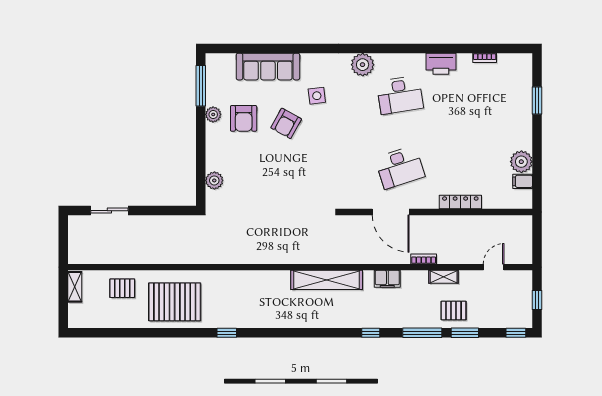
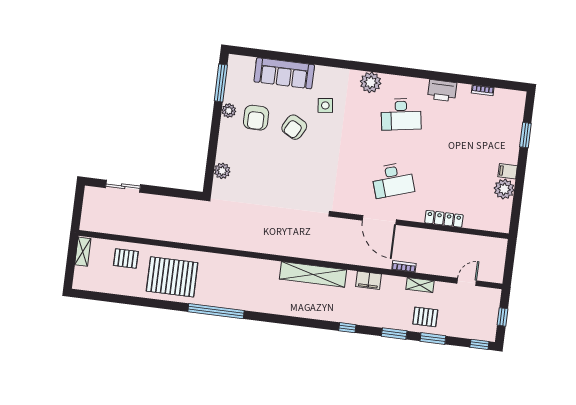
filing cabinet: (523, 181) -> (508, 171), moved
window: (227, 333) -> (216, 311), width x3.17
window: (422, 333) -> (394, 334), width x0.69

